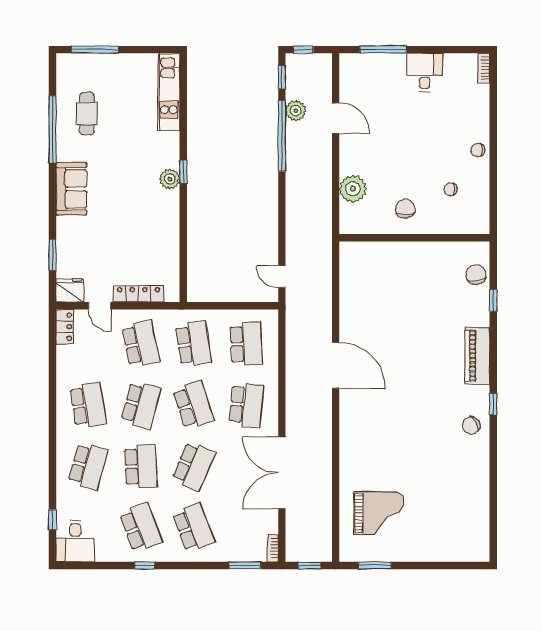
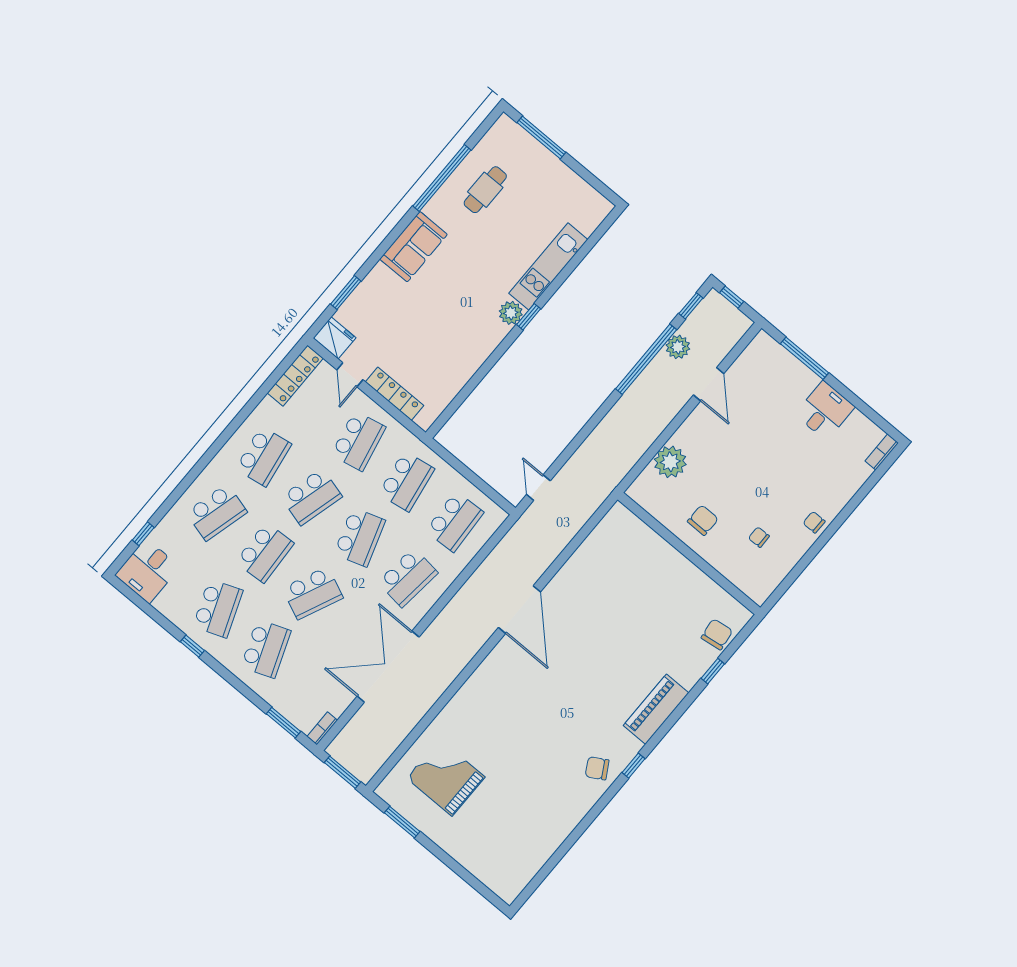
kitchen unit: (169, 92) -> (548, 266), moved
locker: (65, 327) -> (295, 376), width x1.53
grand piano: (379, 513) -> (446, 778), turned 180
window: (310, 565) -> (343, 772), width x1.50

